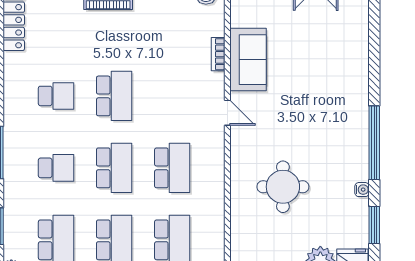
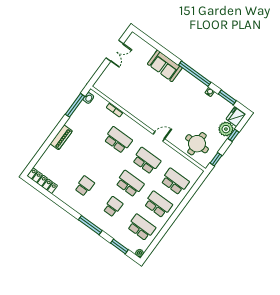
sofa: (248, 60) -> (165, 66), moved, turned 180
school desk: (114, 96) -> (118, 140), moved
door: (227, 113) -> (159, 136), moved
round table: (283, 187) -> (197, 144), moved

